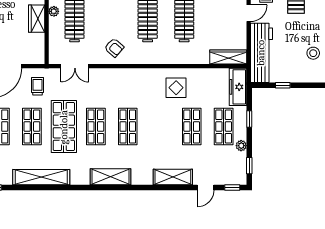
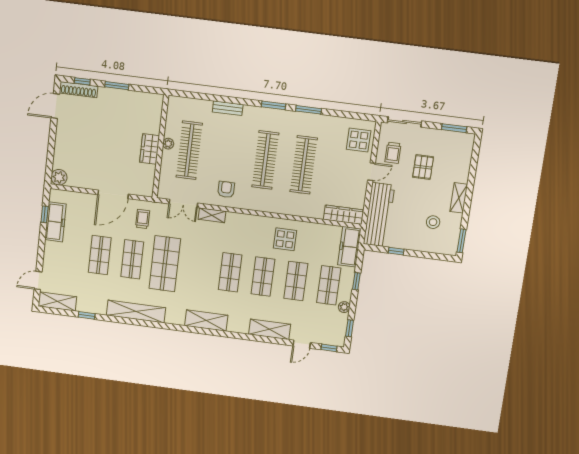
armchair: (114, 48) -> (226, 189), turned -131
shelving: (104, 74) -> (212, 215), added
shop shelf: (96, 127) -> (263, 277), moved

